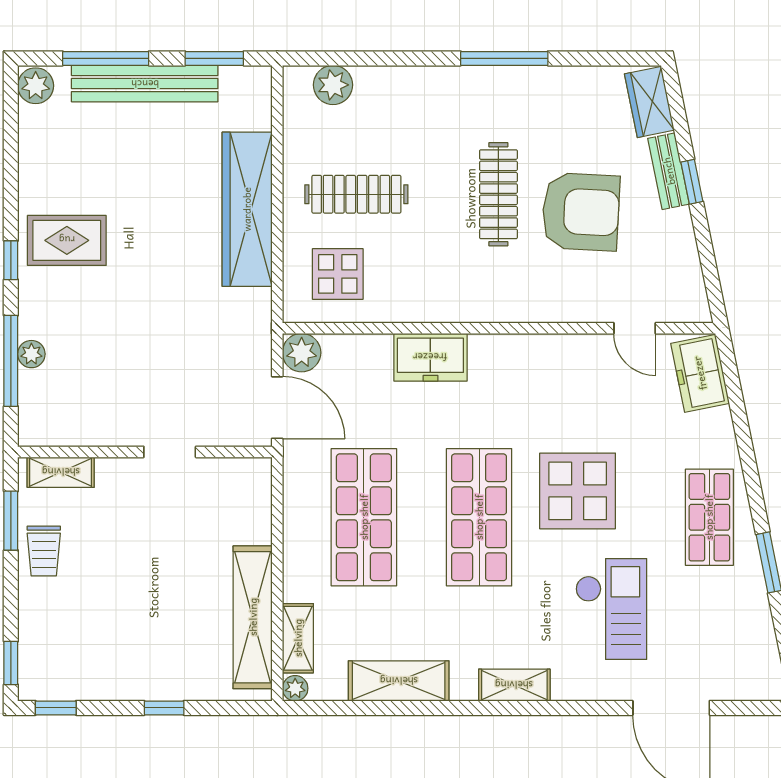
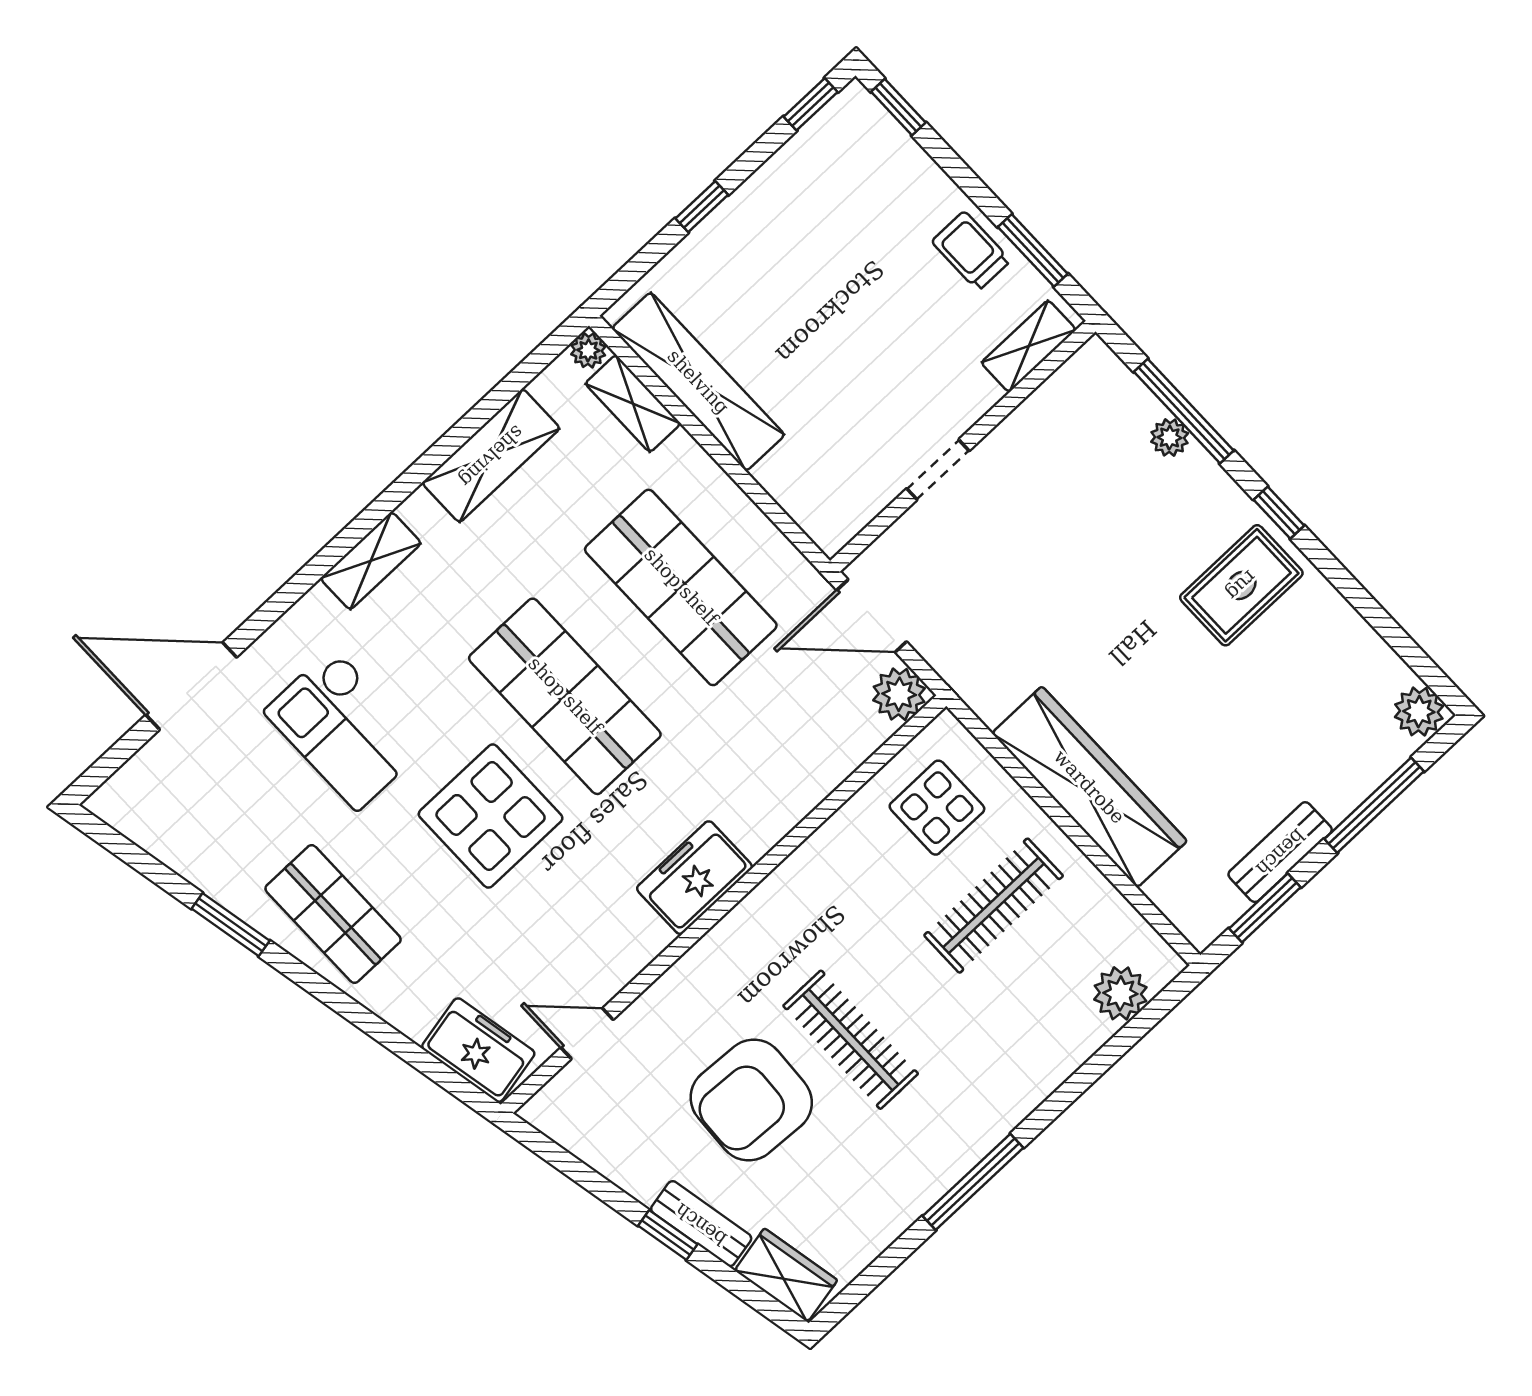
bench: (145, 84) -> (1280, 852), width x0.54, depth x0.82
freezer: (430, 357) -> (695, 878), moved

